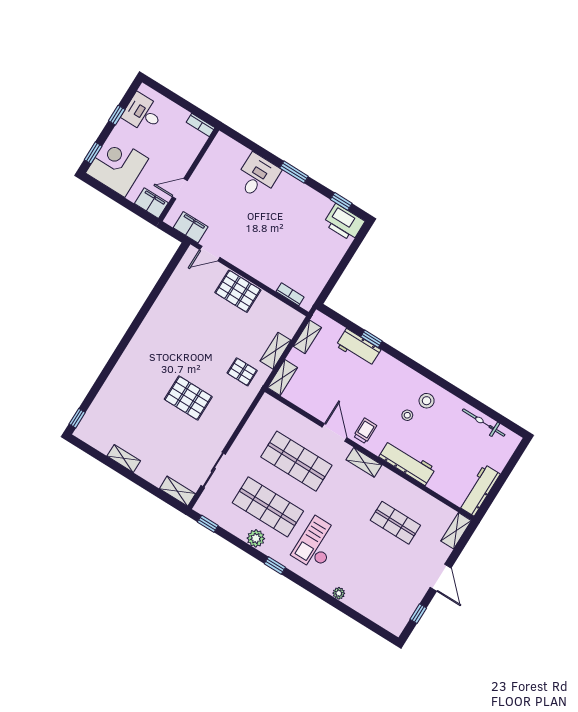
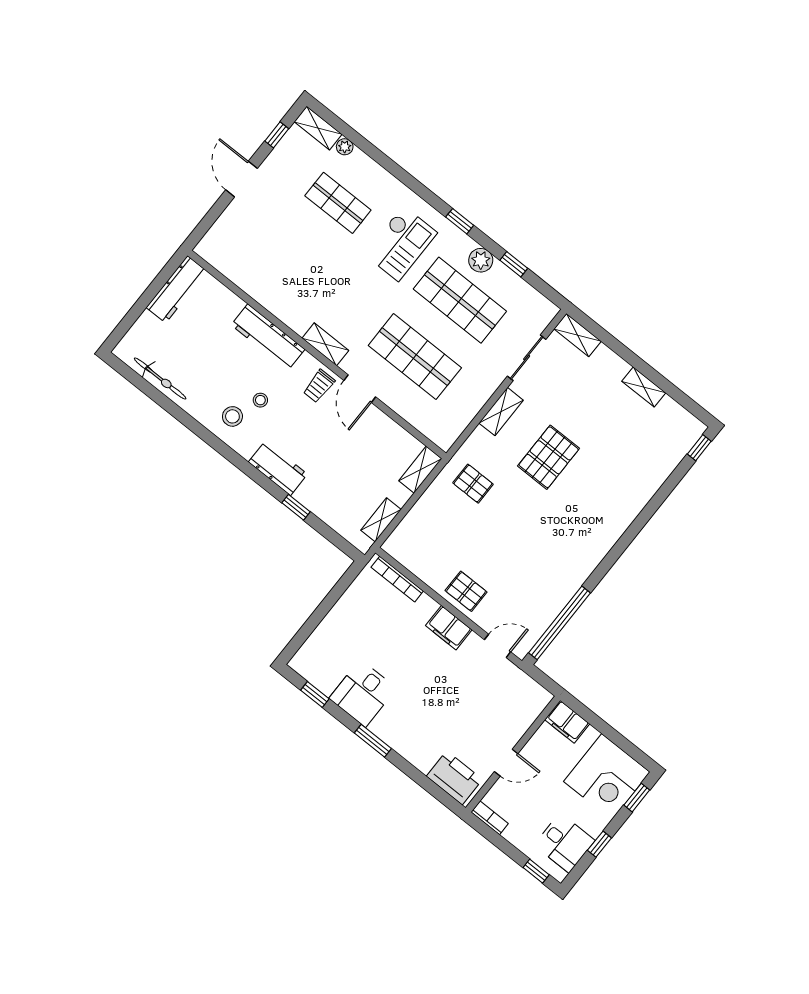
window: (161, 89) -> (536, 871), added
desk: (257, 176) -> (363, 693), moved
door: (180, 189) -> (506, 763), moved
printer: (344, 223) -> (454, 778), moved
filing cabinet: (191, 227) -> (449, 628), moved
window: (166, 276) -> (559, 623), added
pallet: (238, 291) -> (466, 591), width x0.67, depth x0.71
bookcase: (290, 294) -> (397, 579), width x1.56
workbench: (358, 348) -> (278, 468), moved
shelving: (276, 351) -> (501, 412), moved
pallet: (188, 398) -> (549, 457), turned 90
shop shelf: (395, 523) -> (338, 203), moved
window: (208, 524) -> (514, 264), moved
shelving: (456, 531) -> (318, 128), moved, turned 90
plant: (339, 593) -> (345, 147), moved

